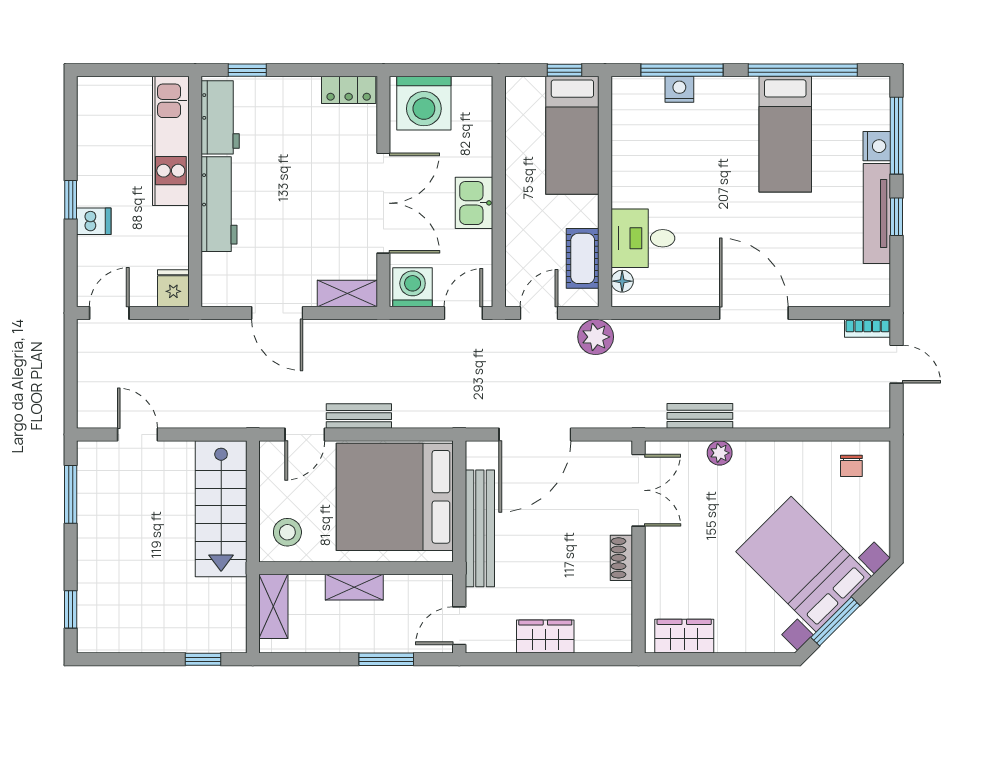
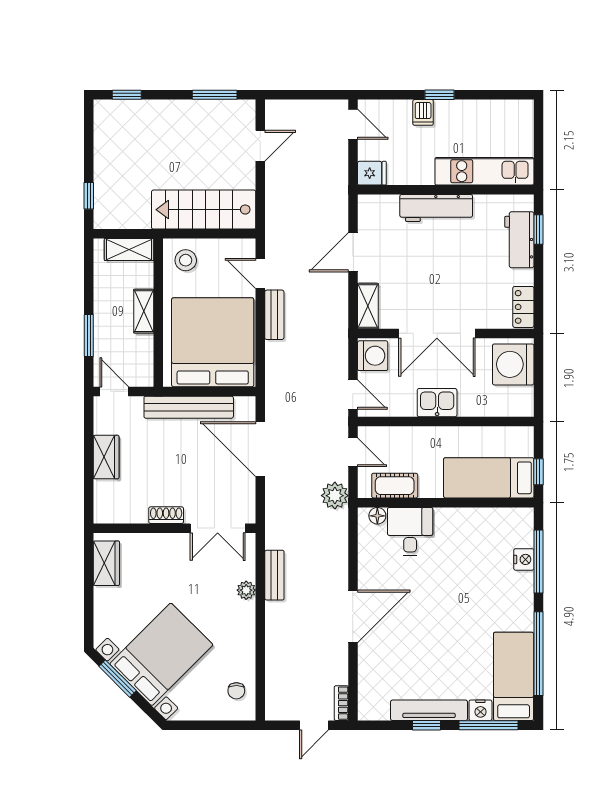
workbench: (220, 117) -> (519, 240), moved, turned 90
bed: (785, 134) -> (514, 676), moved, turned 90
chair: (851, 466) -> (236, 691), turned -90

